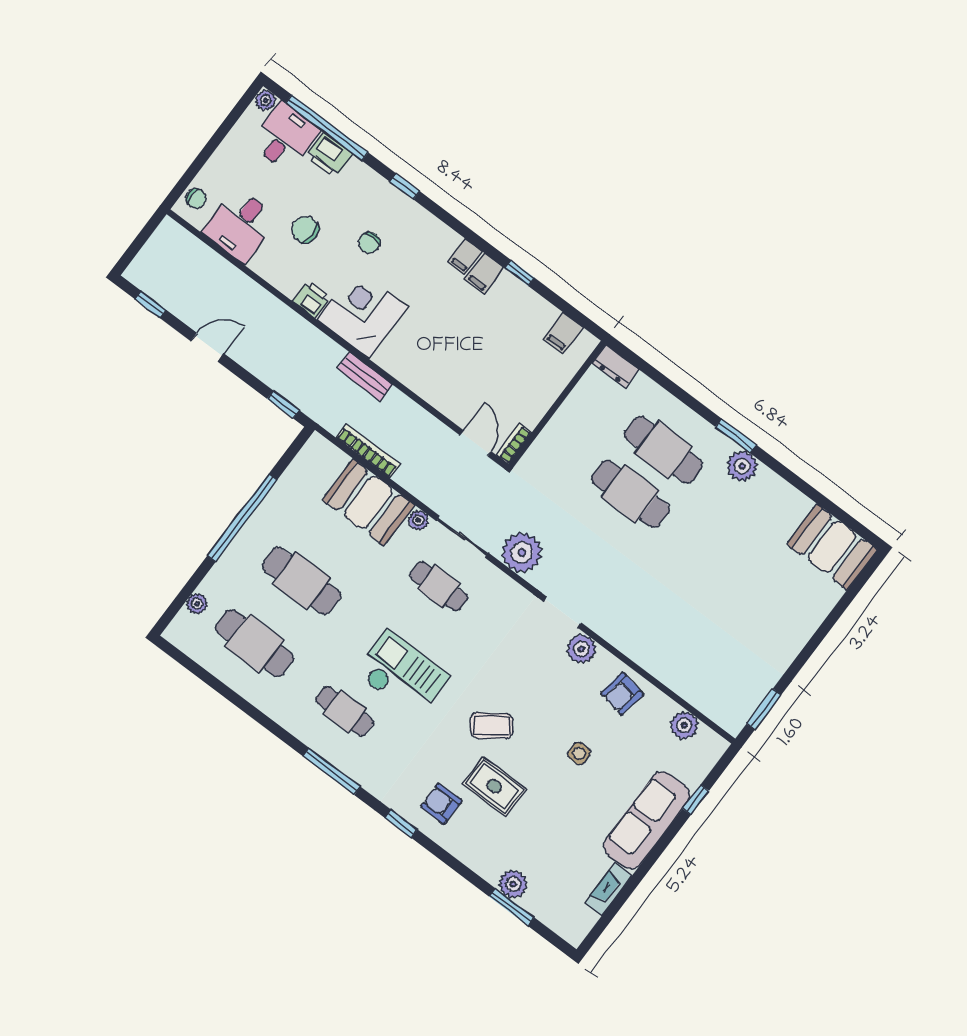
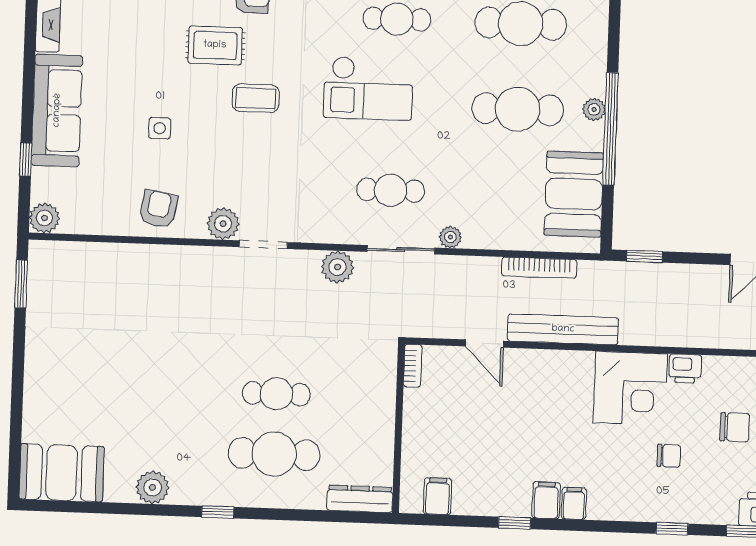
chair: (369, 243) -> (669, 456), turned 90
dresser: (615, 366) -> (360, 499), width x1.44
bench: (365, 377) -> (563, 329), width x1.86, depth x1.21
window: (736, 436) -> (218, 512), width x0.67
door: (476, 443) -> (484, 344), moved
plant: (742, 466) -> (153, 487), moved
cafe table: (630, 494) -> (276, 394), width x0.73, depth x0.74
booth: (368, 502) -> (574, 194), moved, turned 90
plant: (522, 552) -> (337, 267), width x0.73, depth x0.73
plant: (197, 604) -> (594, 109), moved
plant: (684, 725) -> (44, 218), moved
coffee table: (492, 726) -> (256, 98), turned 36

